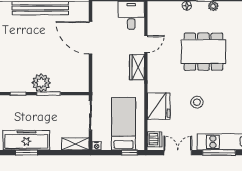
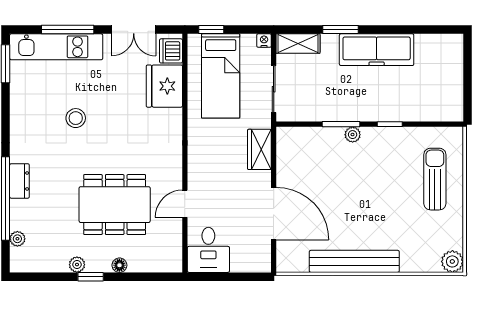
dining table: (203, 52) -> (115, 205), moved
wardrobe: (137, 67) -> (259, 149), moved, turned 180
plant: (41, 83) -> (353, 135), width x0.53, depth x0.53
stool: (197, 102) -> (76, 118), moved
fridge: (159, 106) -> (164, 86), moved
window: (27, 153) -> (340, 30), moved

